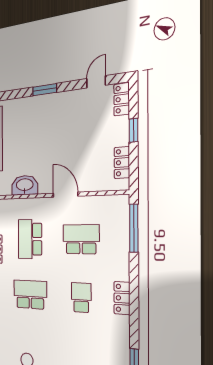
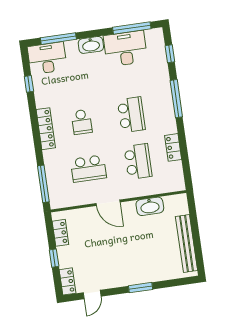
school desk: (30, 294) -> (131, 115), turned -90
locker: (122, 298) -> (46, 129), width x1.53

